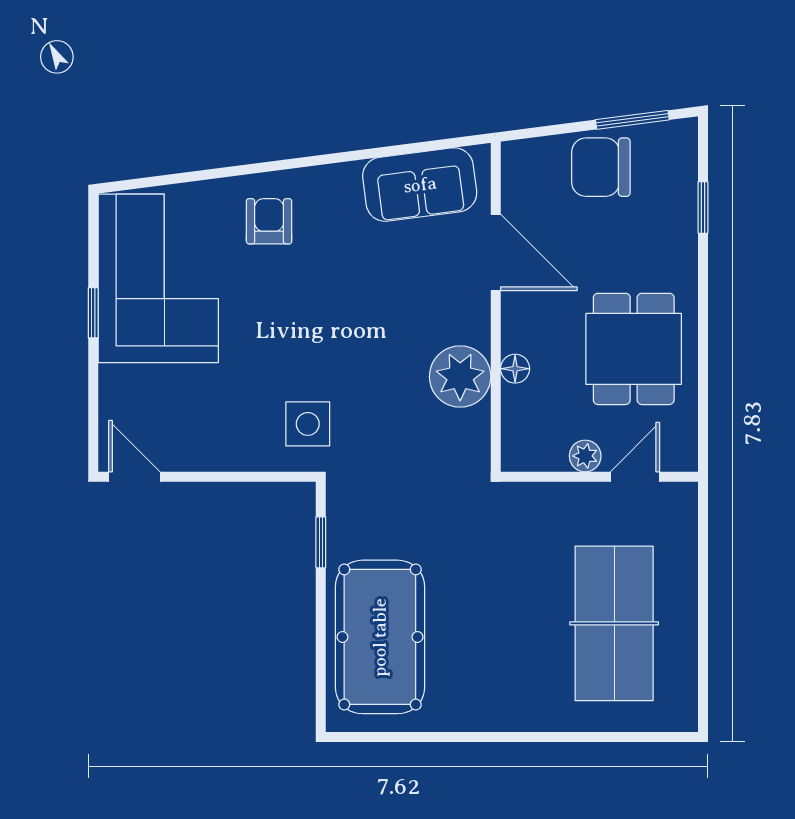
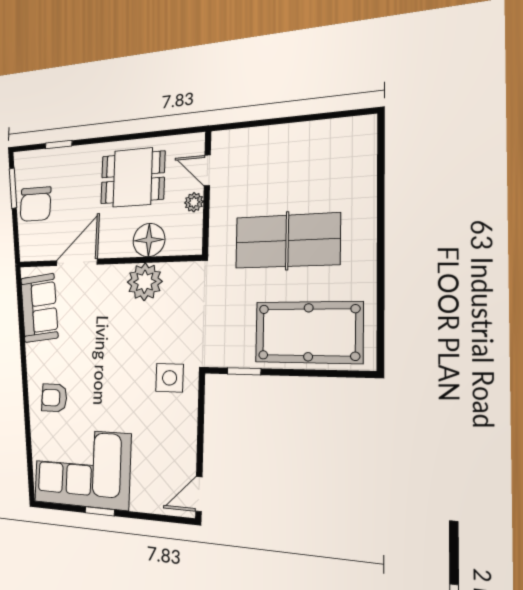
floor lamp: (515, 369) -> (149, 240), width x1.89, depth x1.89
table tennis table: (614, 623) -> (287, 241), moved

